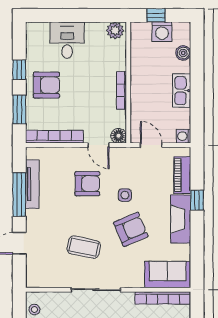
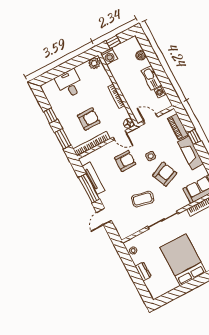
washing machine: (162, 32) -> (109, 56), moved
armchair: (46, 85) -> (89, 119), moved
washing machine: (183, 136) -> (160, 92), moved

